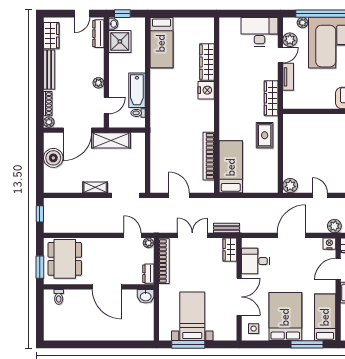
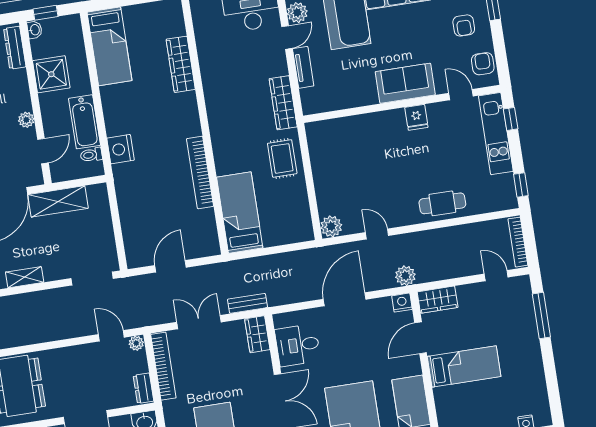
shower: (120, 41) -> (51, 74), moved
nightstand: (206, 90) -> (121, 149), moved, turned 180
bookcase: (209, 156) -> (200, 172), moved
shelving: (95, 187) -> (25, 277), moved
door: (179, 195) -> (170, 266), hinge flipped

